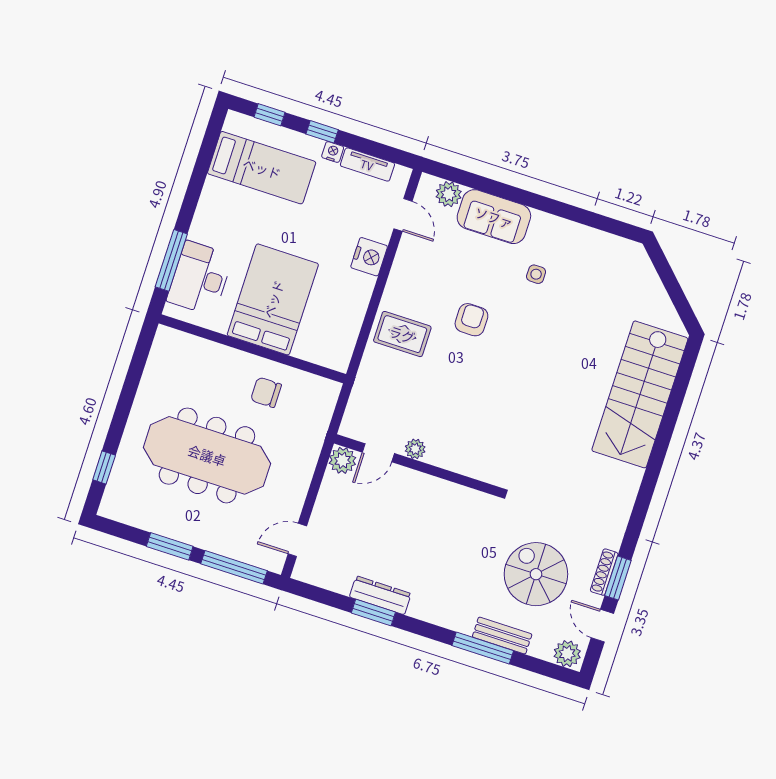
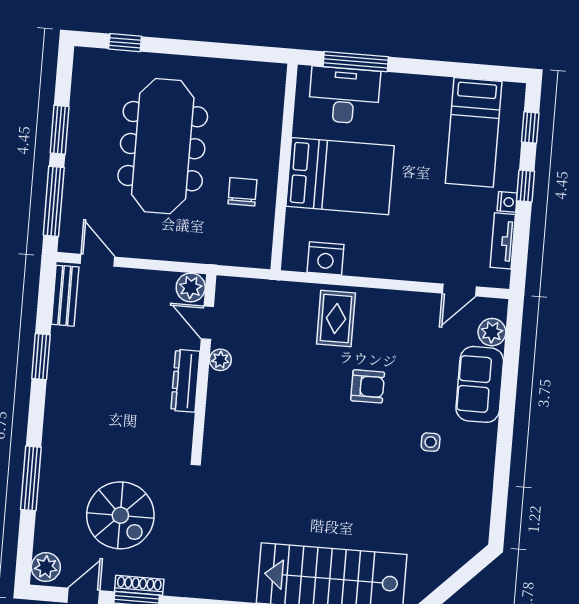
nightstand: (369, 257) -> (326, 258), moved
spiral stairs: (536, 574) -> (120, 515), turned 90
dresser: (380, 595) -> (185, 381), moved, turned 180
bench: (502, 636) -> (65, 296), moved

